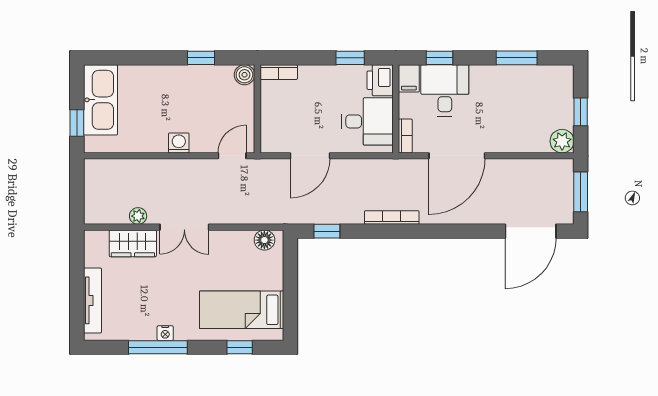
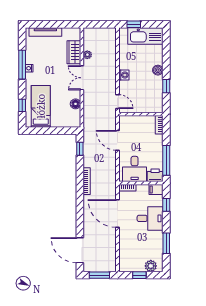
window: (350, 58) -> (166, 160), width x2.17
boiler: (244, 75) -> (158, 70), moved
desk: (445, 90) -> (150, 218), moved
plant: (562, 141) -> (151, 266), moved
floor lamp: (264, 240) -> (76, 104), moved

